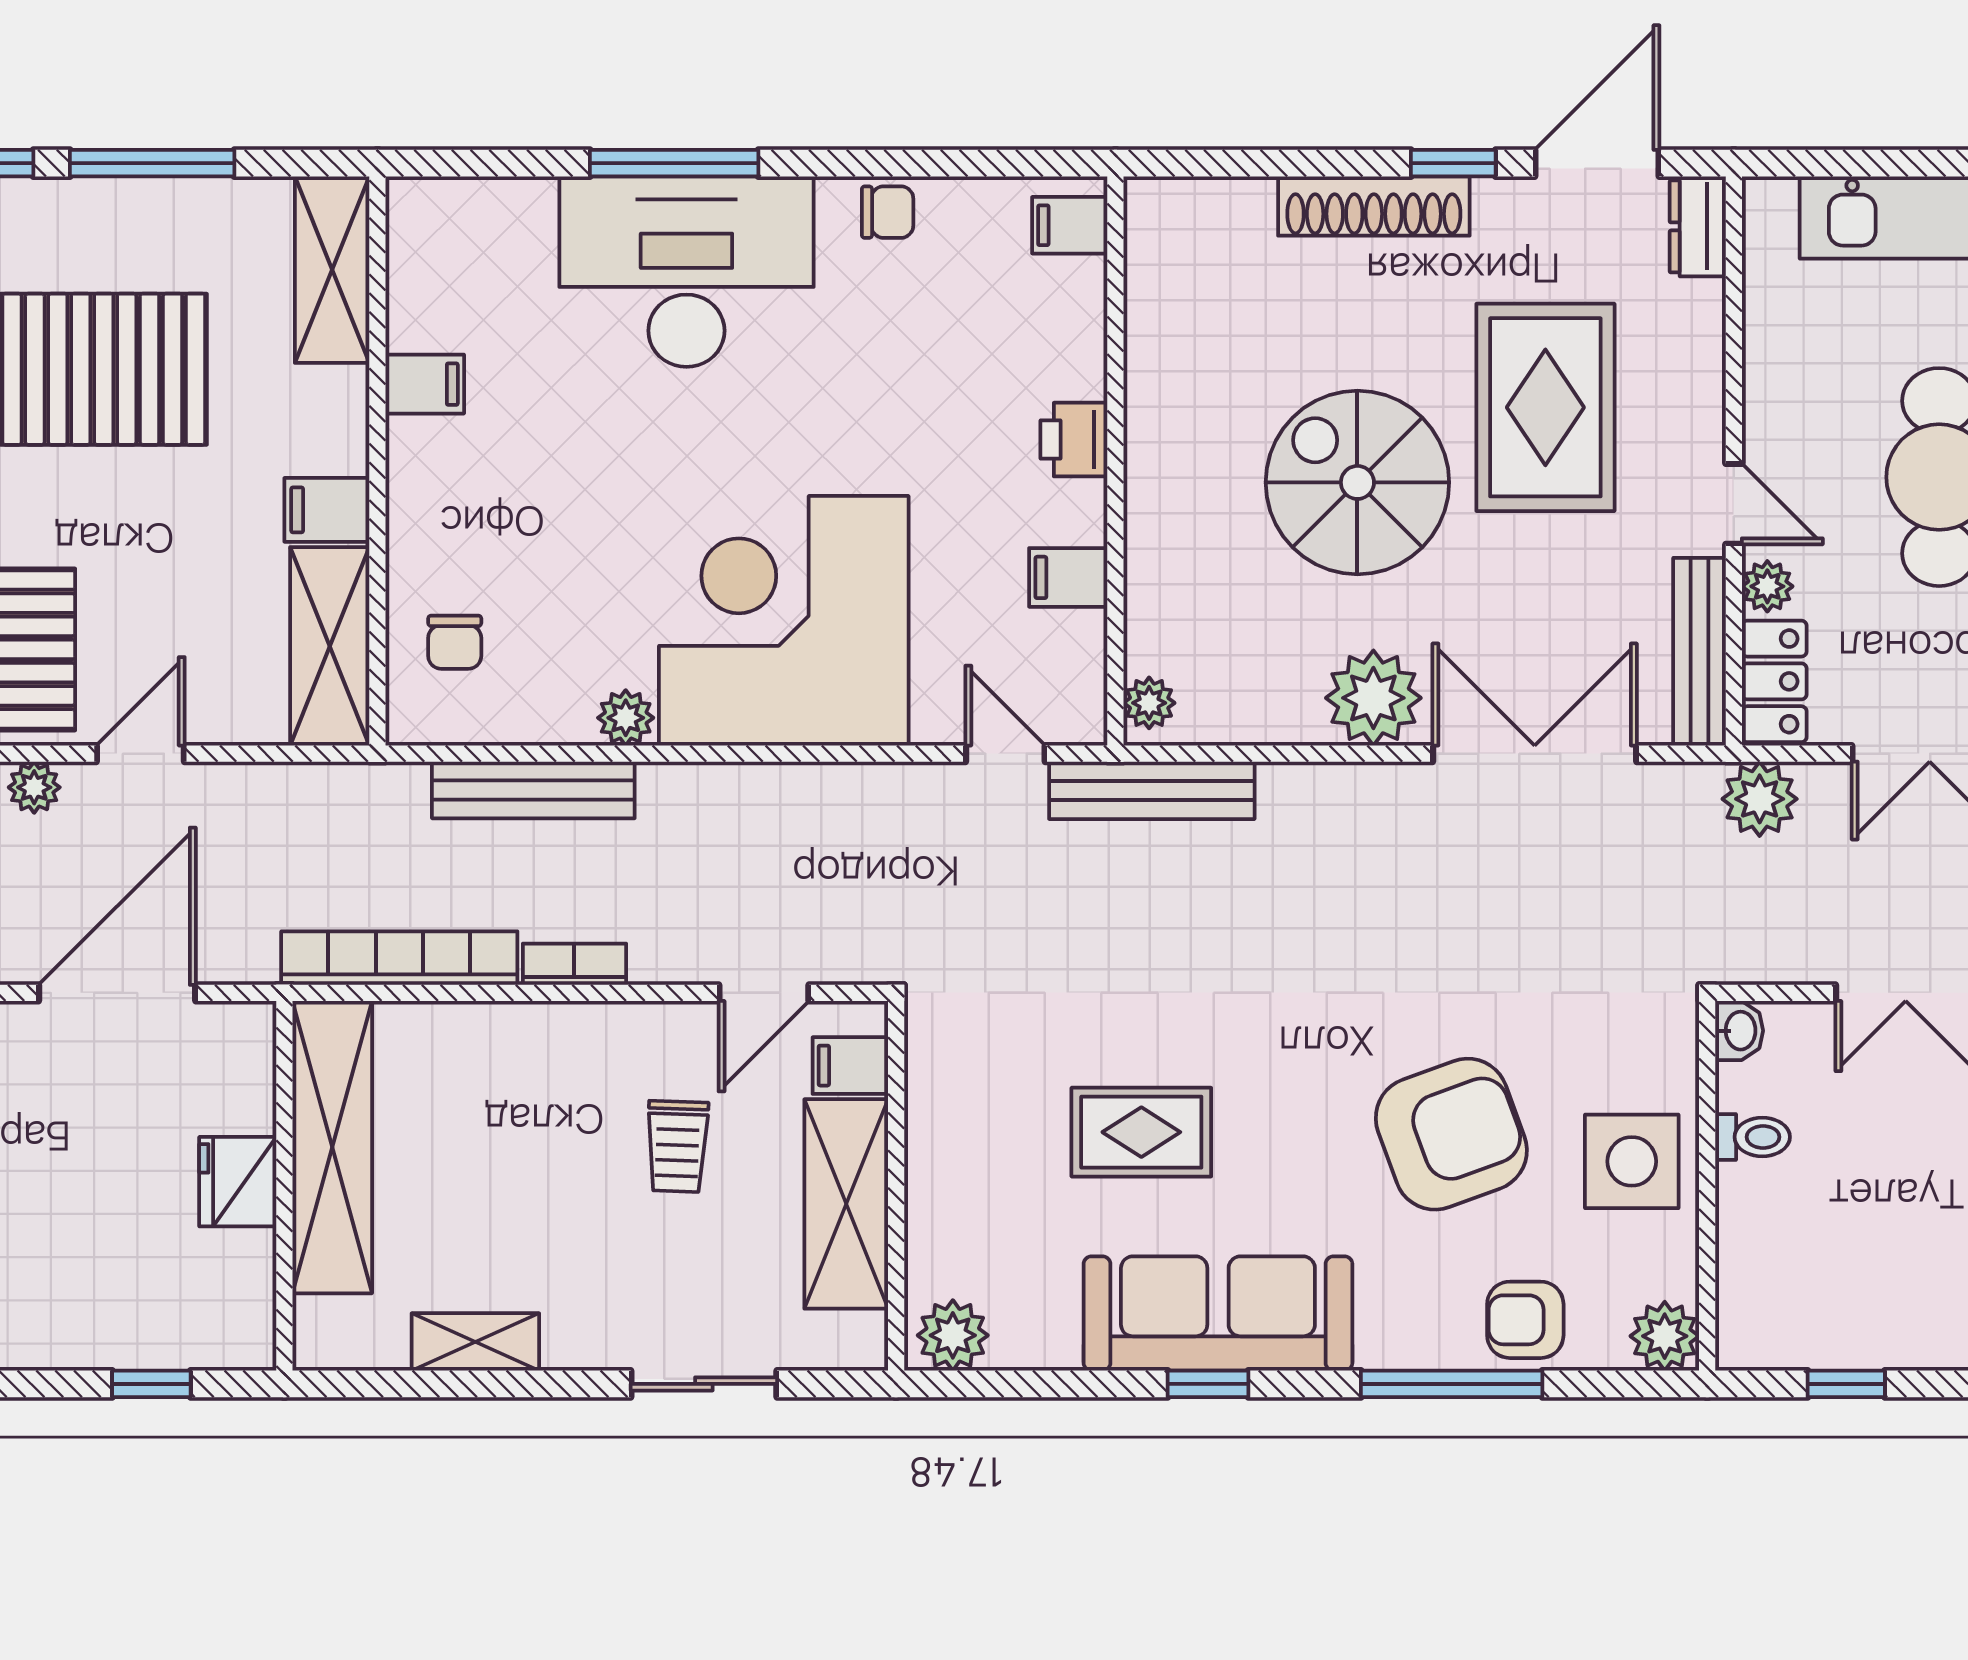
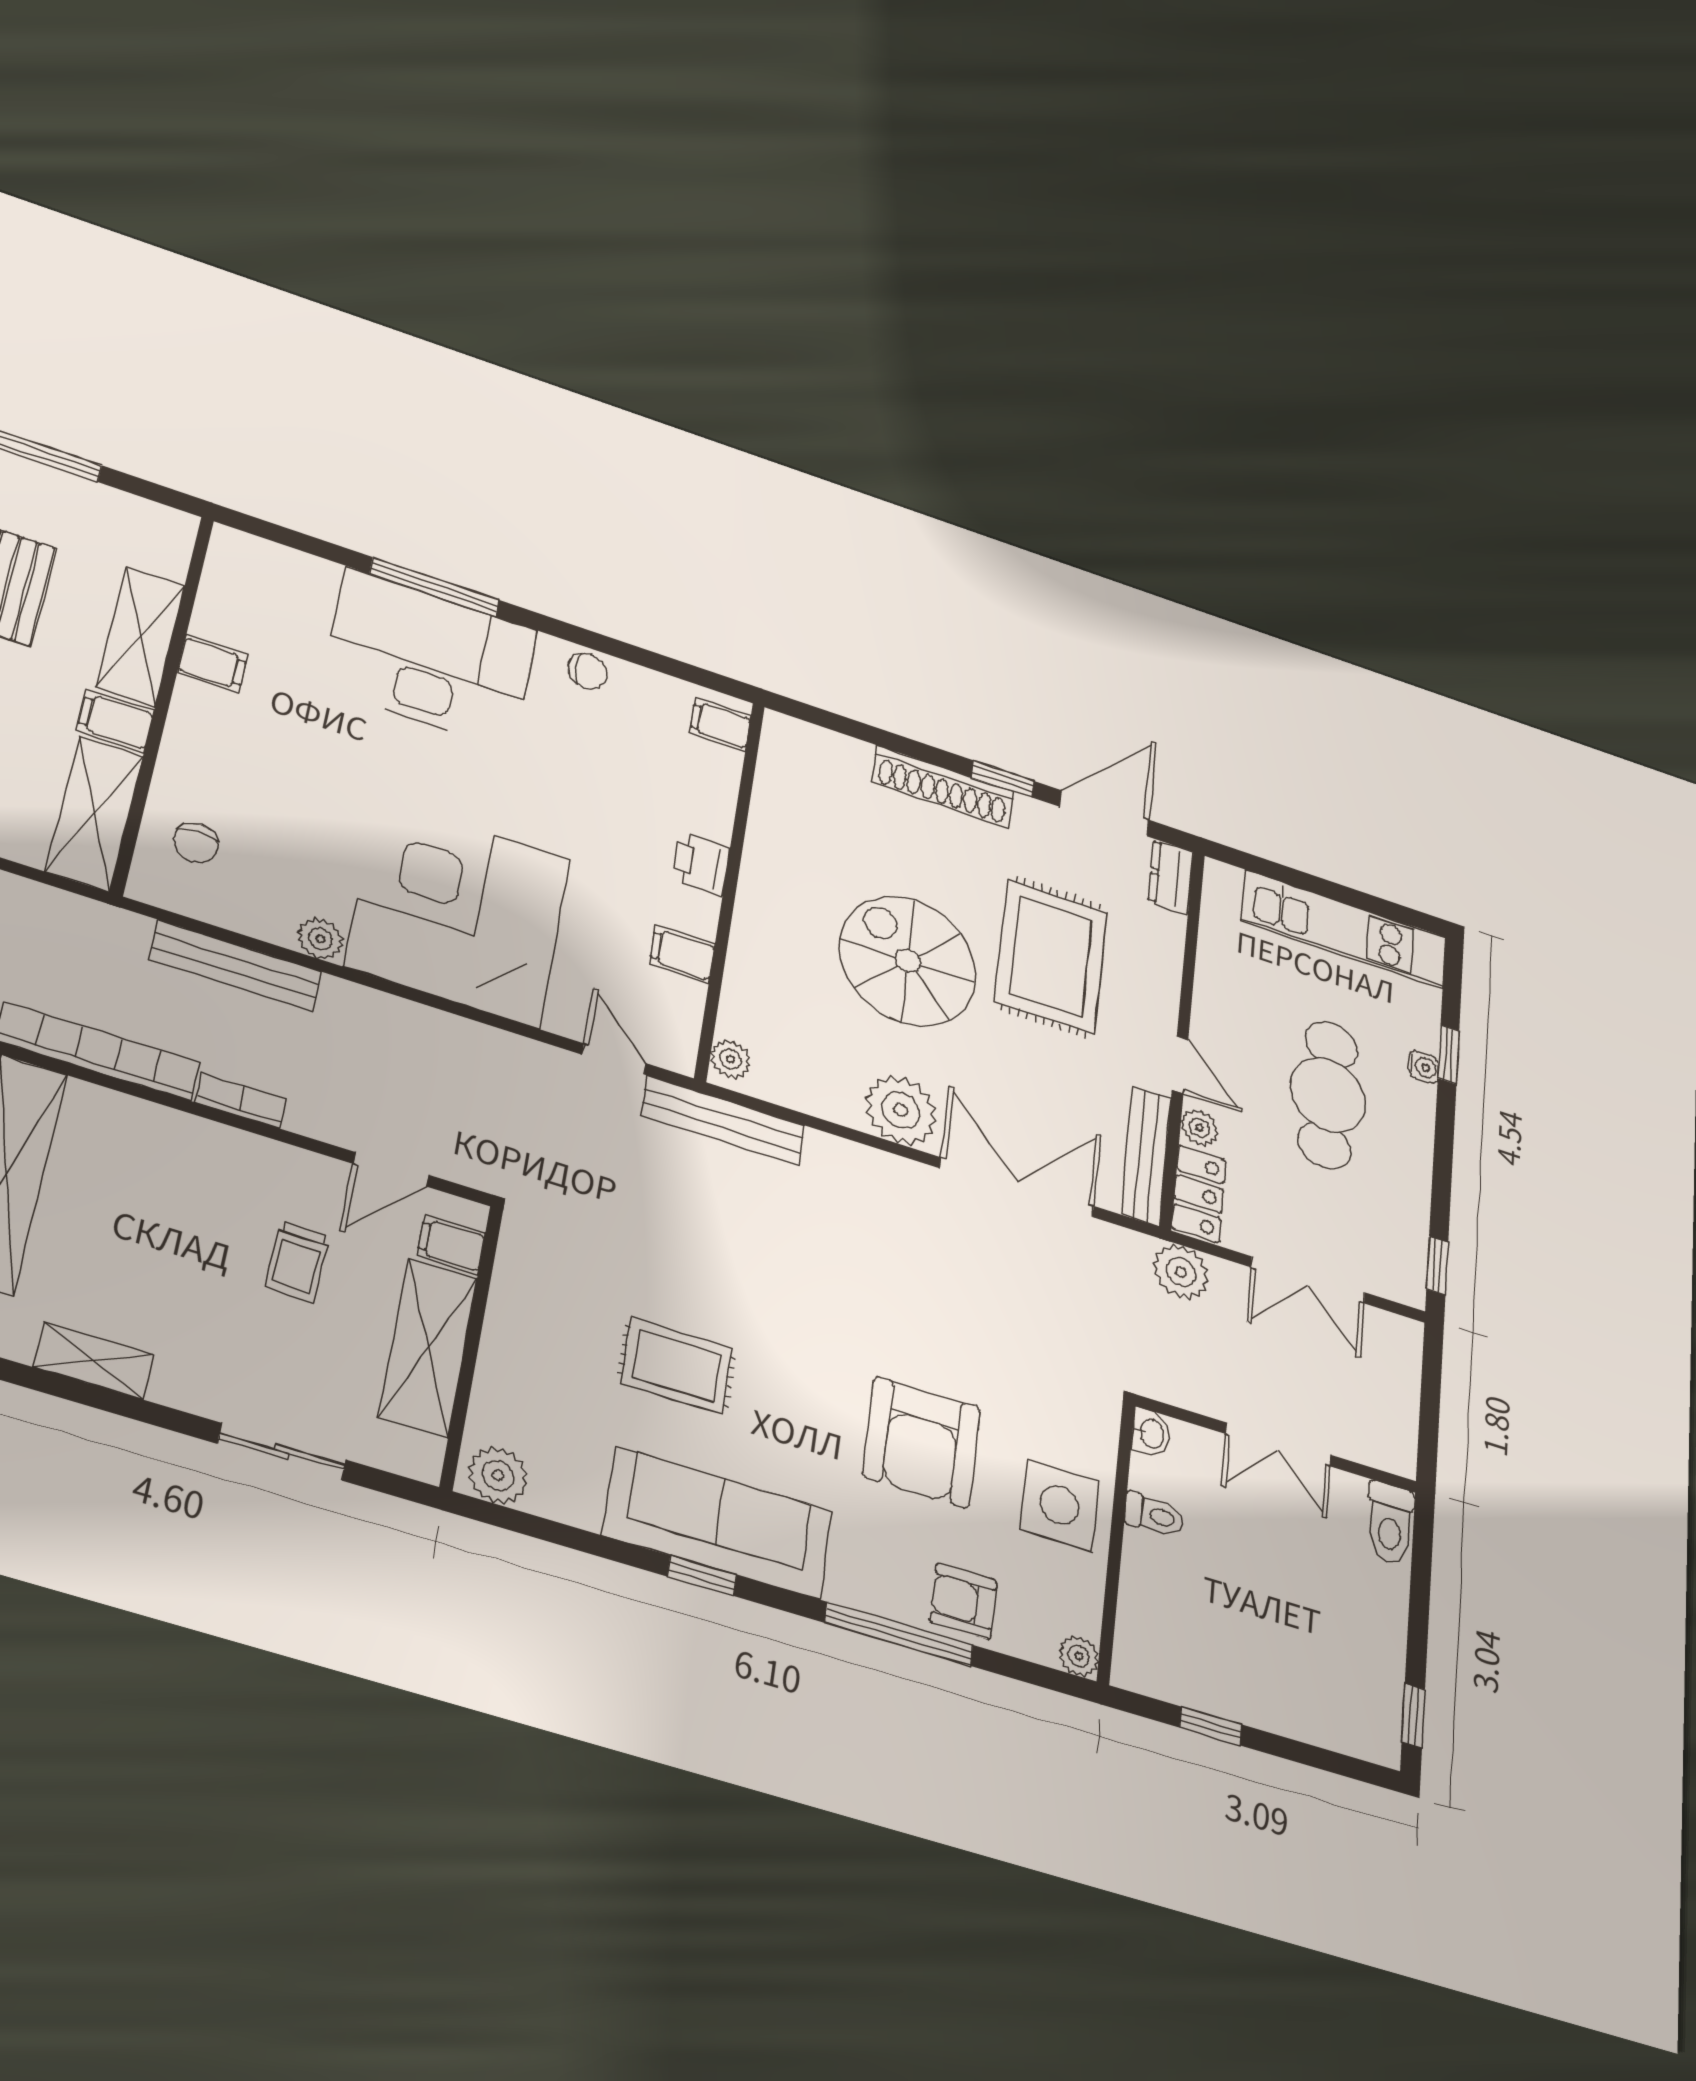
shelving: (332, 270) -> (141, 636), moved
armchair: (1451, 1134) -> (922, 1442), turned 110
plant: (1665, 1336) -> (1079, 1656), width x0.73, depth x0.73

